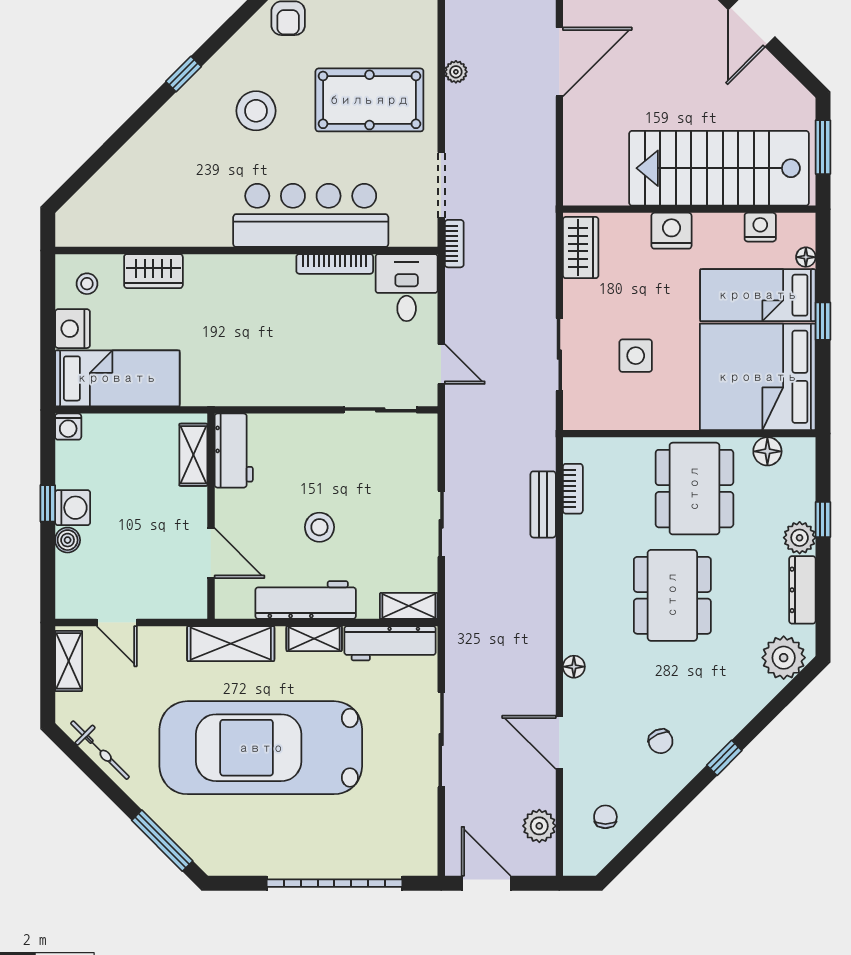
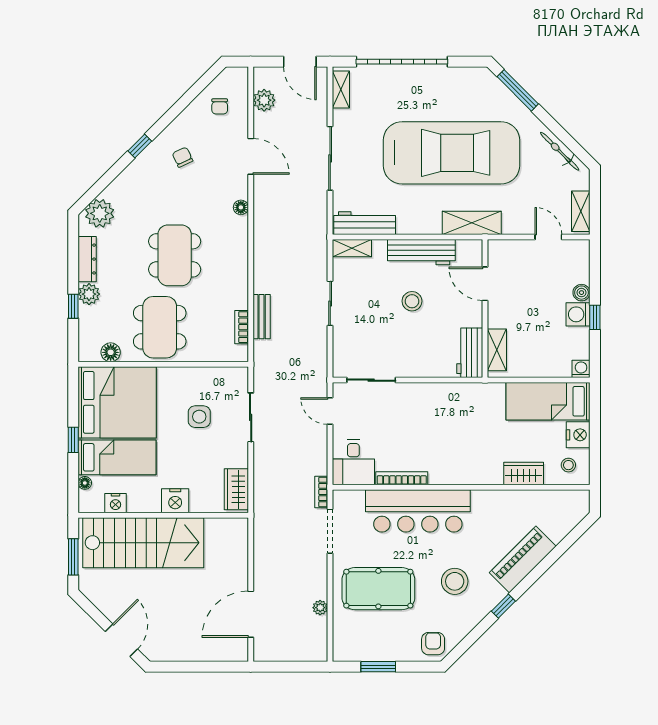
piano: (155, 143) -> (523, 559), added
shelving: (314, 639) -> (341, 89), moved, turned 90

